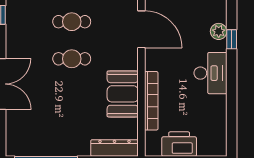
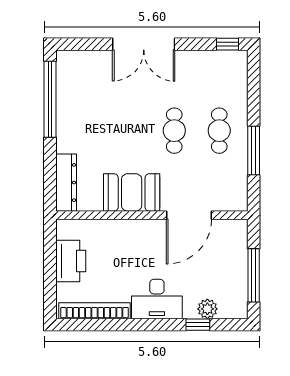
door: (141, 29) -> (189, 215), moved
bookcase: (151, 101) -> (95, 311), moved, turned 180

